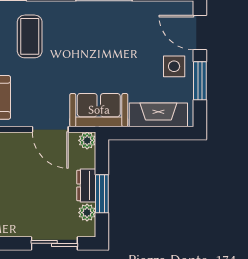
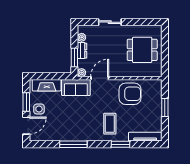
door: (200, 32) -> (26, 126), hinge flipped
door: (50, 129) -> (100, 78), hinge flipped
window: (102, 194) -> (74, 58), moved
sliding door: (54, 243) -> (110, 22), moved

